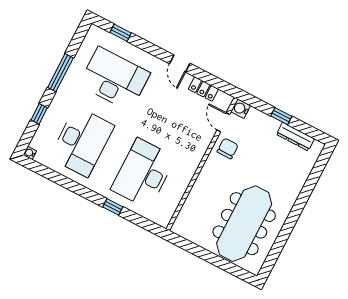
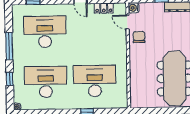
desk: (82, 142) -> (46, 82), turned -90
desk: (143, 173) -> (95, 81), turned 90

